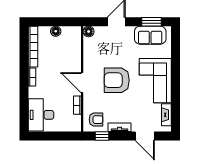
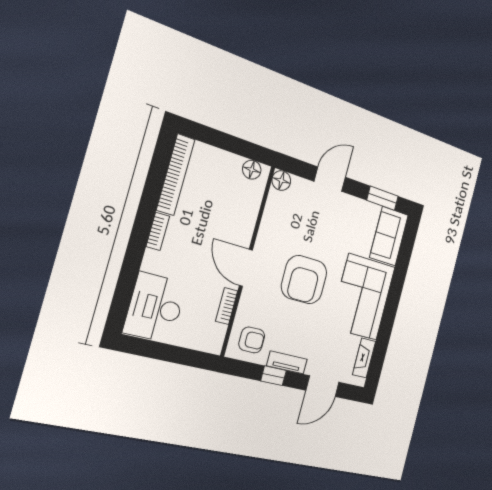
floor lamp: (56, 31) -> (252, 170), moved
sofa: (150, 35) -> (389, 236), moved, turned 90
armchair: (117, 80) -> (304, 280), turned -90
window: (102, 136) -> (274, 376), moved
door: (145, 136) -> (322, 386), hinge flipped

